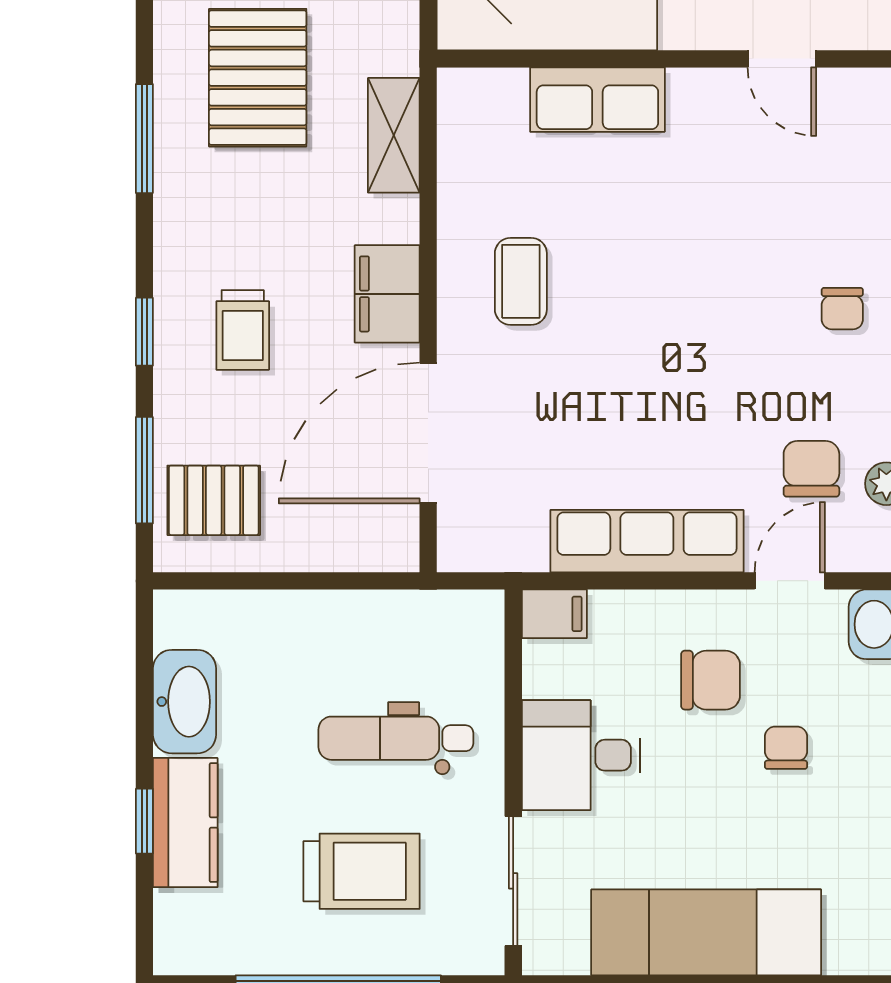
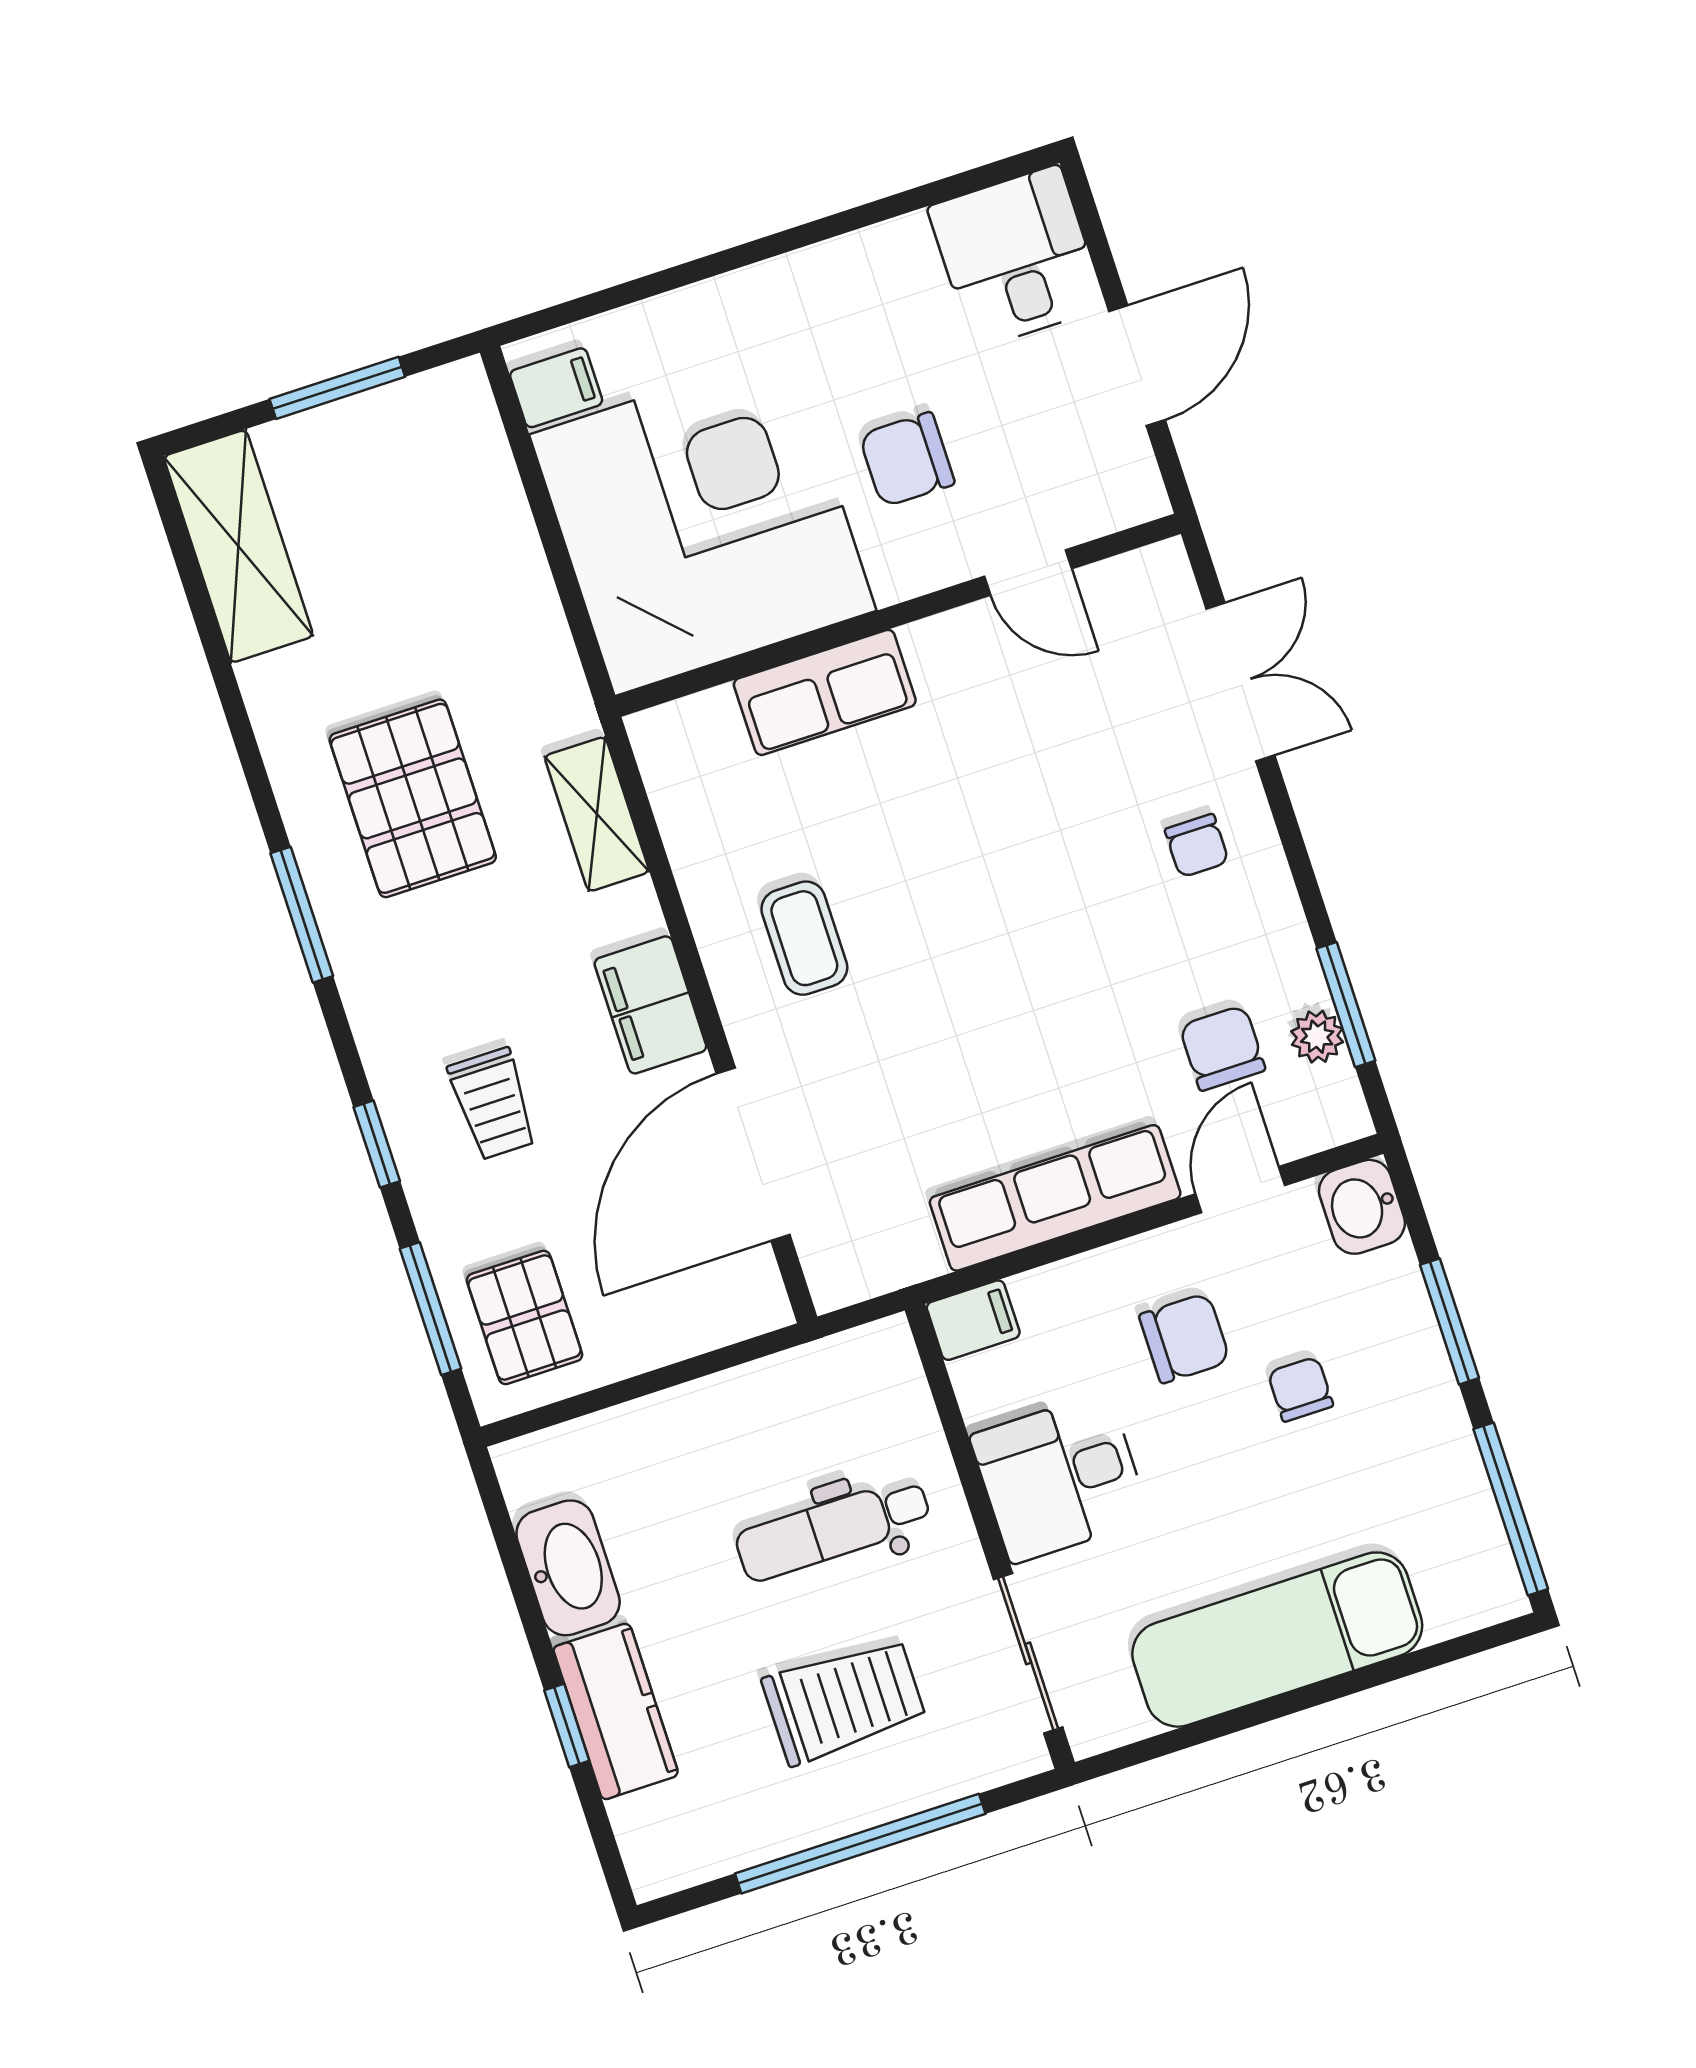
pallet: (214, 500) -> (525, 1317), turned 90

